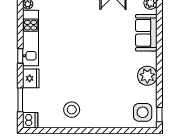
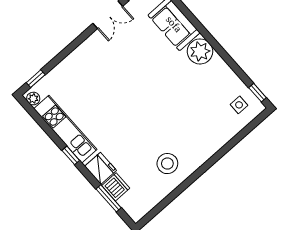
plant: (147, 76) -> (200, 51), moved
side table: (143, 112) -> (239, 105), width x0.54, depth x0.54
dishwasher: (30, 120) -> (116, 187), moved

